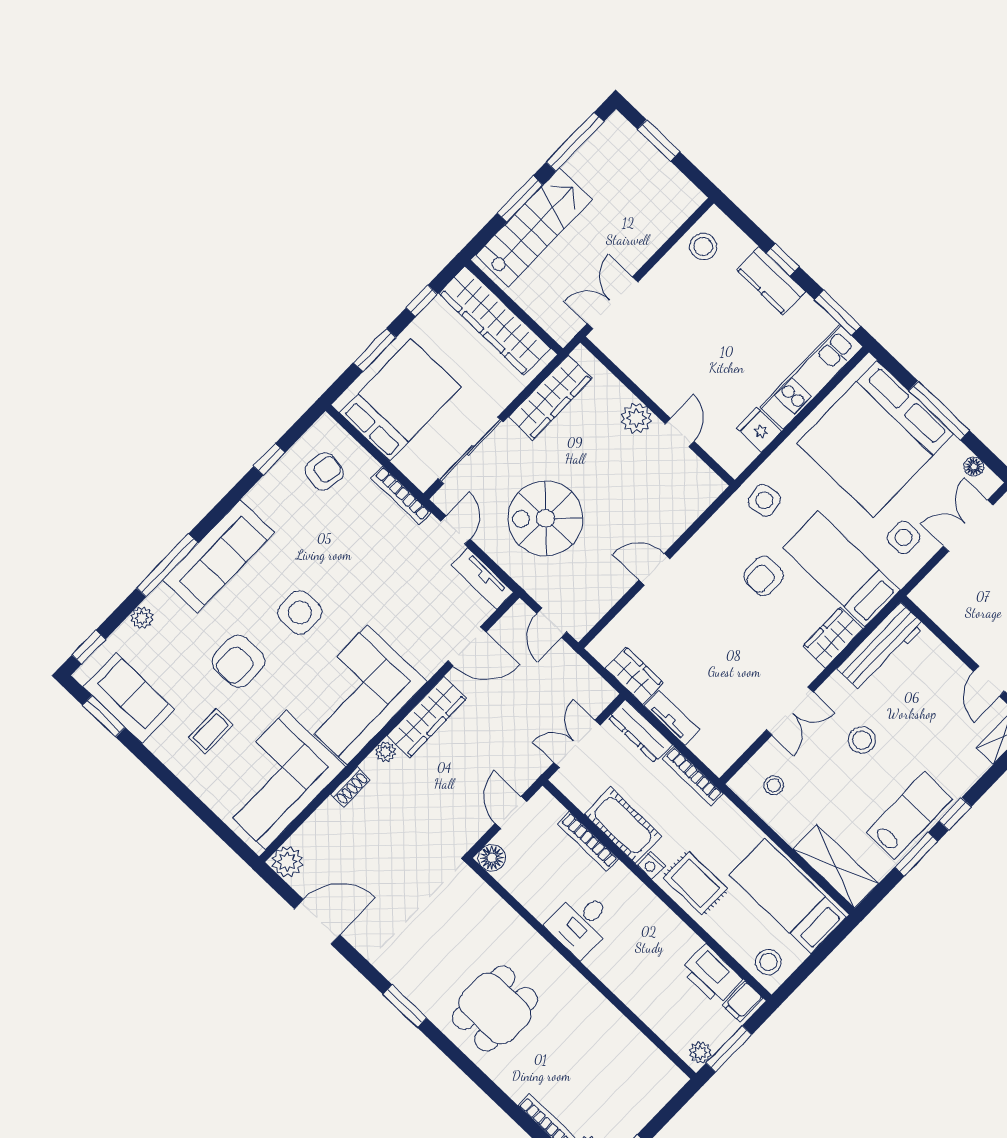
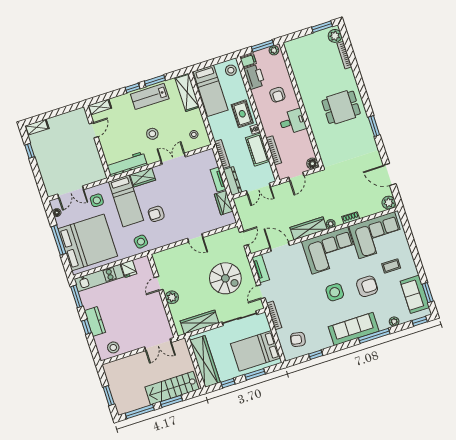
armchair: (763, 576) -> (156, 214), turned 180
armchair: (643, 963) -> (277, 95), added

